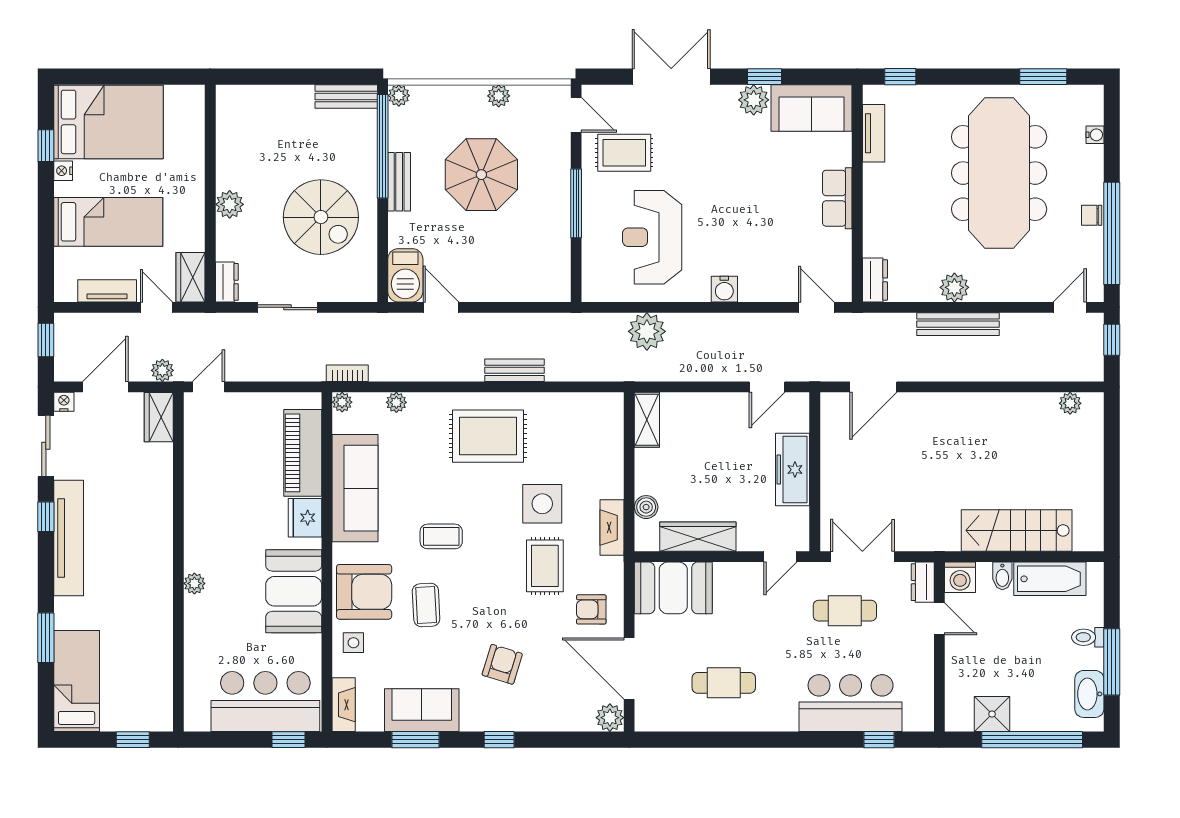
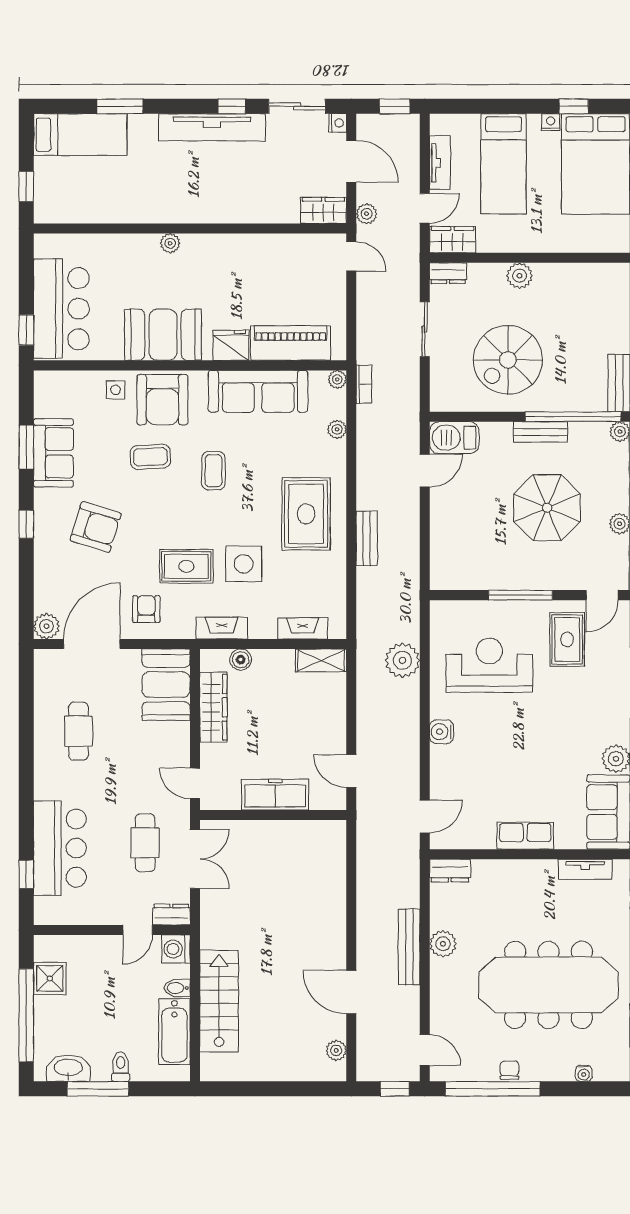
door: (873, 387) -> (351, 992), moved
armchair: (502, 664) -> (96, 527), width x1.38, depth x1.38
fireplace: (344, 705) -> (303, 628), moved, turned 180

